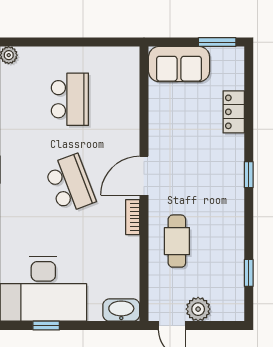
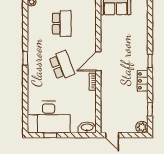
locker: (234, 112) -> (143, 81), moved
cafe table: (177, 241) -> (115, 94), removed
plant: (198, 309) -> (142, 127), moved

